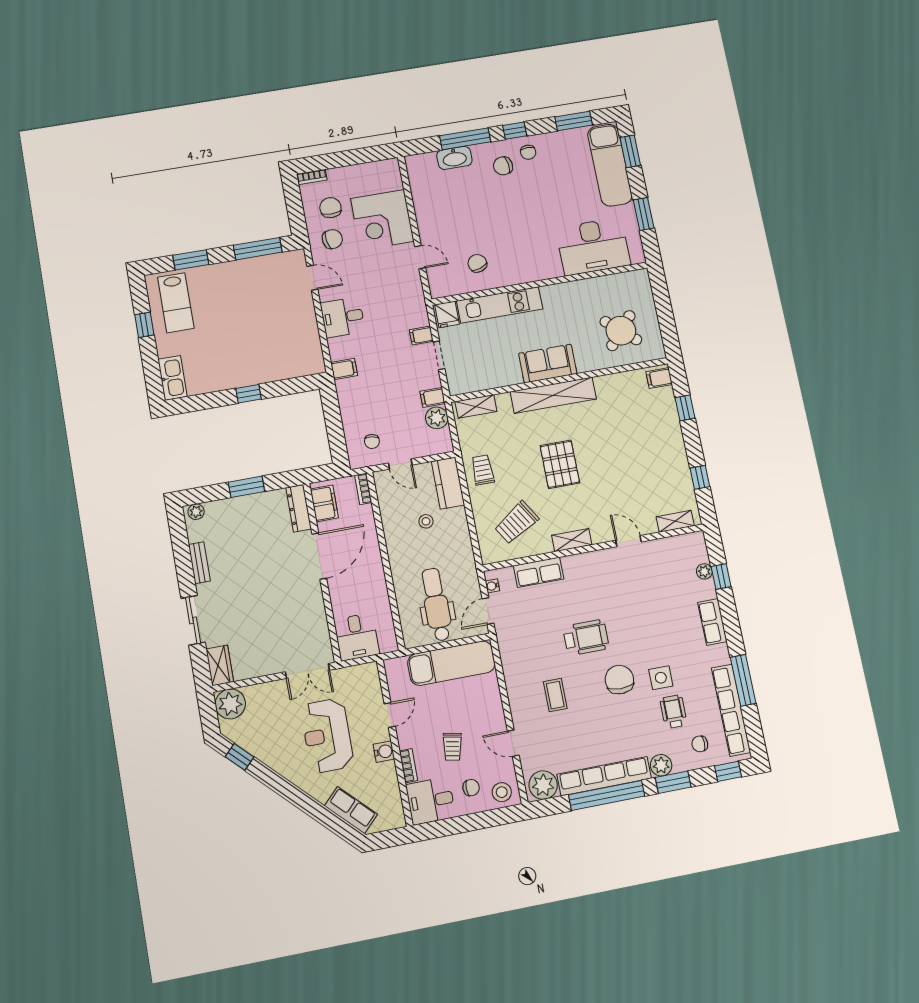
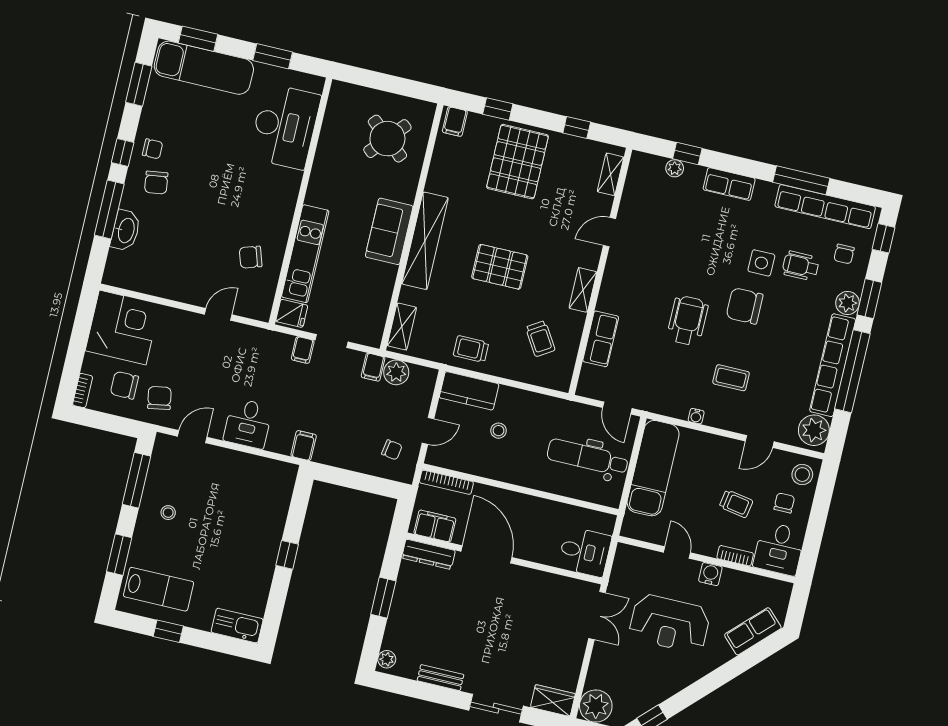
corner desk: (382, 220) -> (123, 327), moved, turned -90
stool: (242, 284) -> (168, 513), added
pallet: (651, 442) -> (517, 162), added
bookcase: (363, 489) -> (446, 482), width x1.56
trolley: (516, 523) -> (540, 339), width x0.73, depth x0.72
water cooler: (492, 586) -> (696, 416), moved

